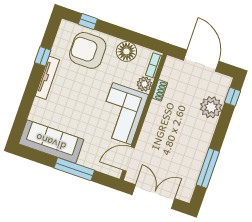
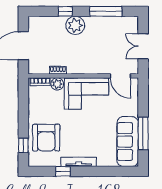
floor lamp: (126, 51) -> (36, 107), removed
window: (232, 97) -> (65, 11), moved
plant: (211, 107) -> (75, 25), moved
window: (74, 169) -> (143, 133), moved
double door: (153, 197) -> (143, 46), width x0.73

